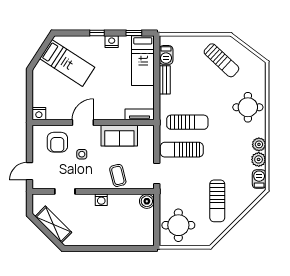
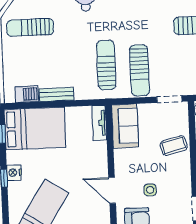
nightstand: (112, 42) -> (14, 173), moved
sun lounger: (221, 60) -> (30, 27), turned -133
bed: (143, 61) -> (35, 128), width x1.50
sofa: (119, 136) -> (125, 126), moved

